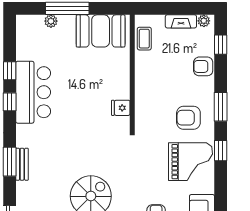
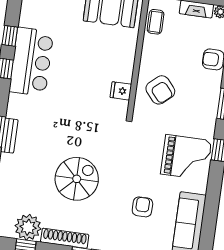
armchair: (188, 118) -> (160, 90), moved, turned -131

